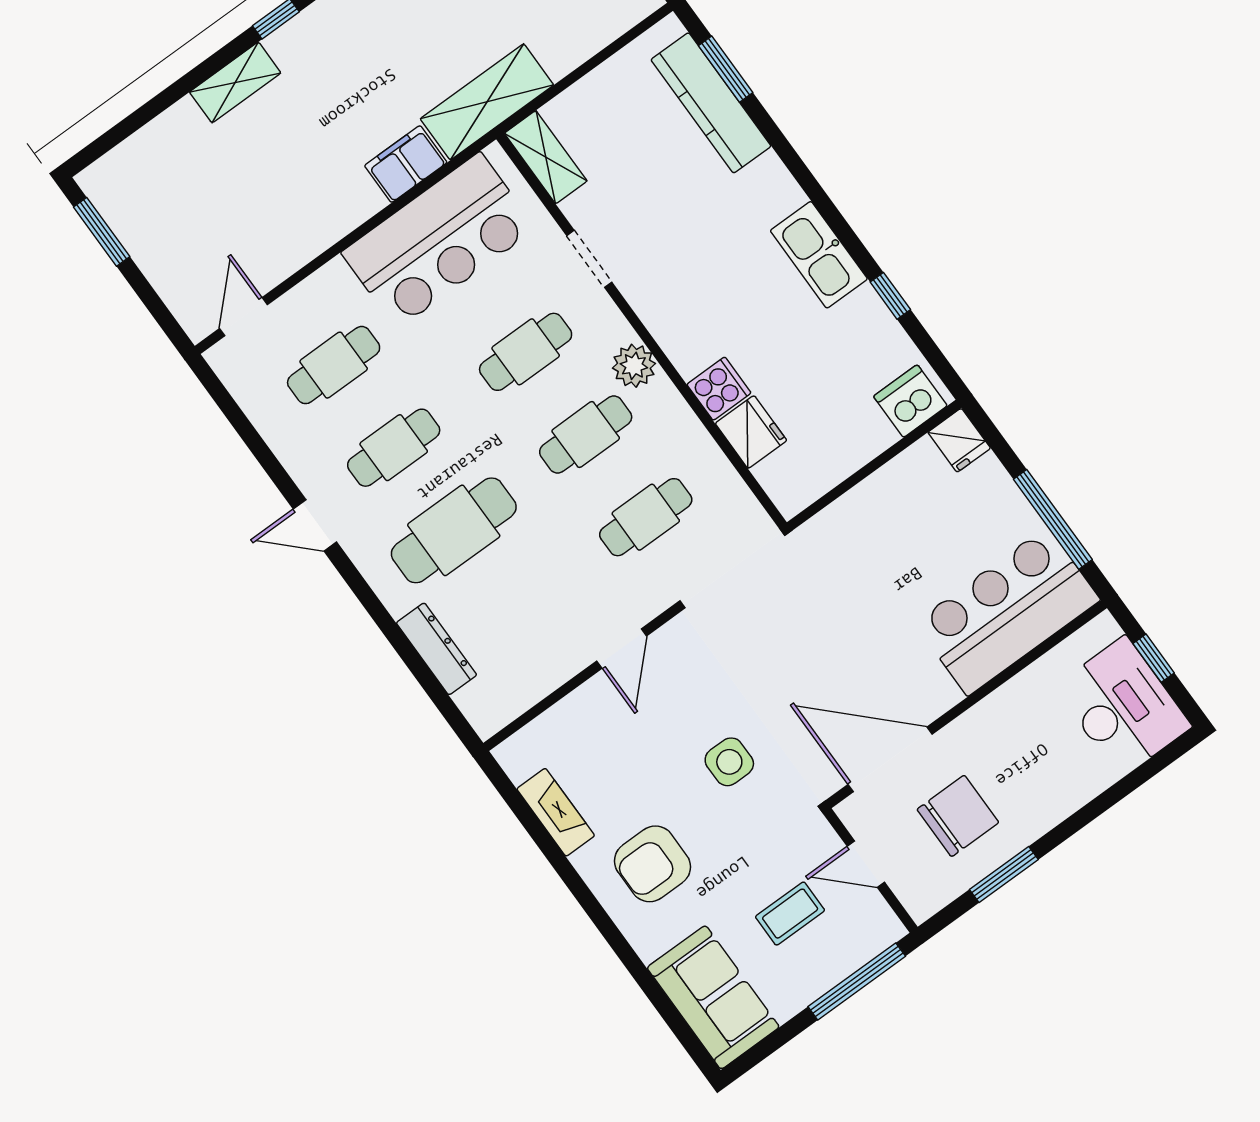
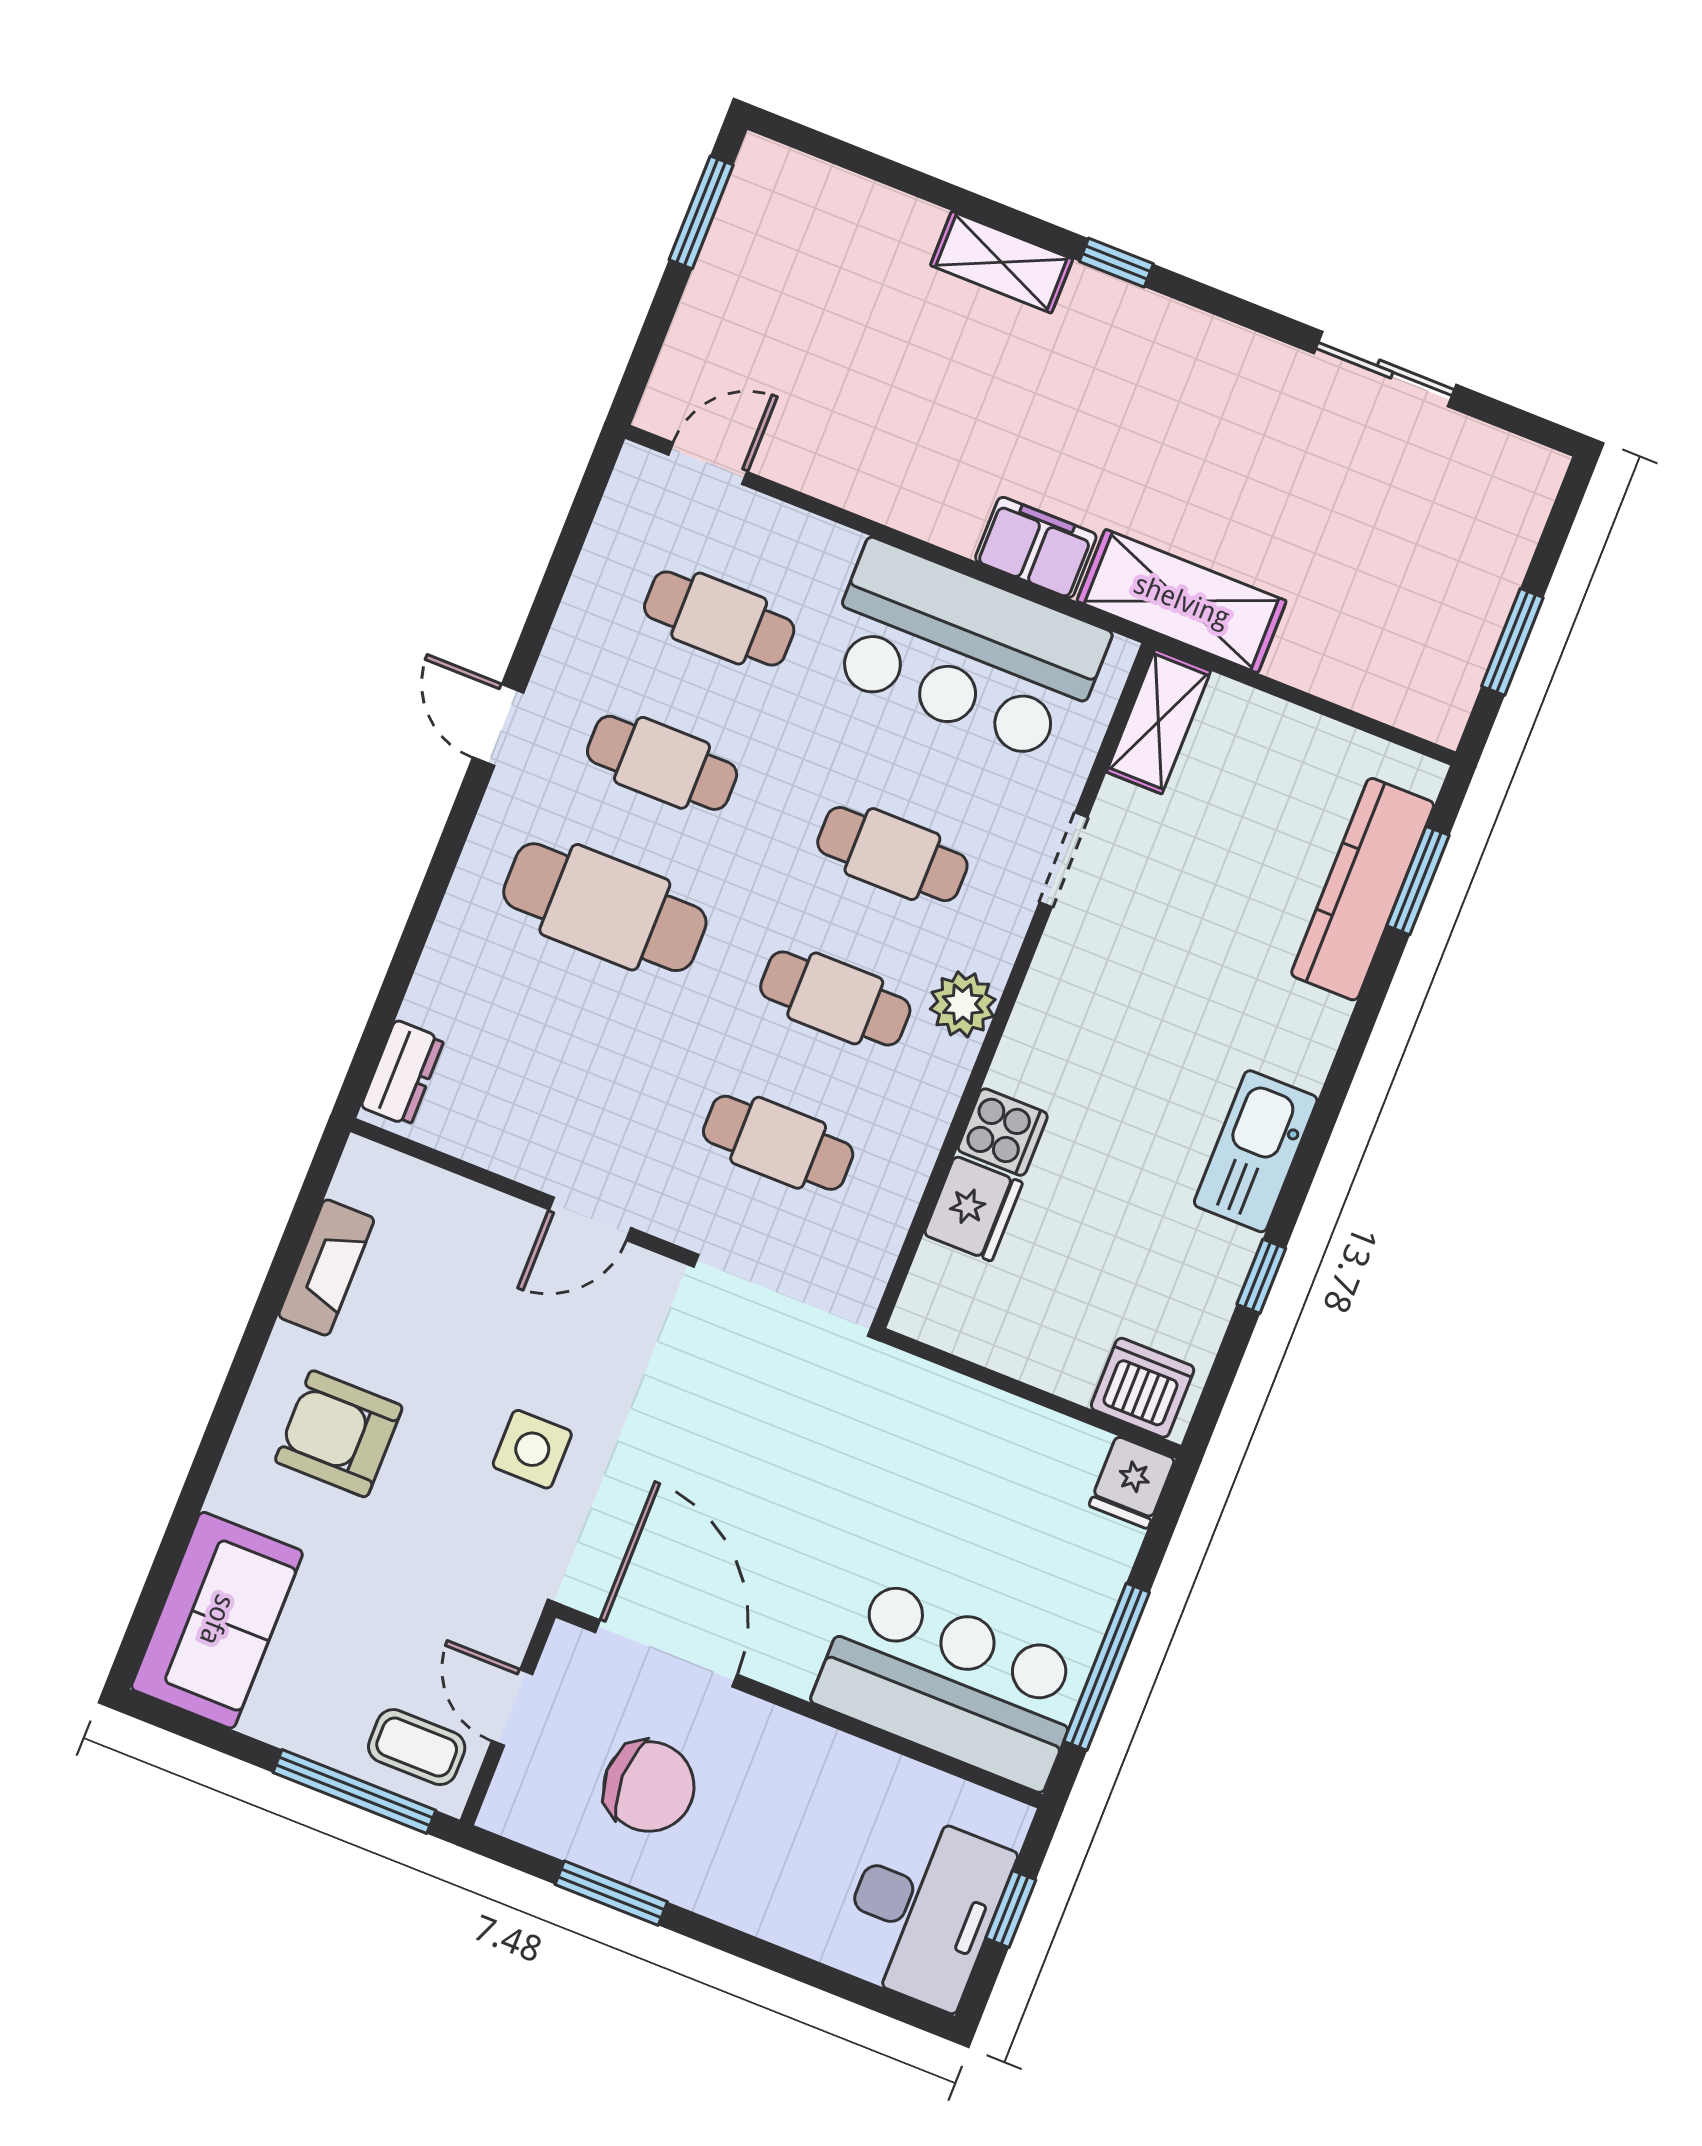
dresser: (436, 649) -> (403, 1073), moved, width x0.70
coffee table: (790, 914) -> (417, 1747), moved

